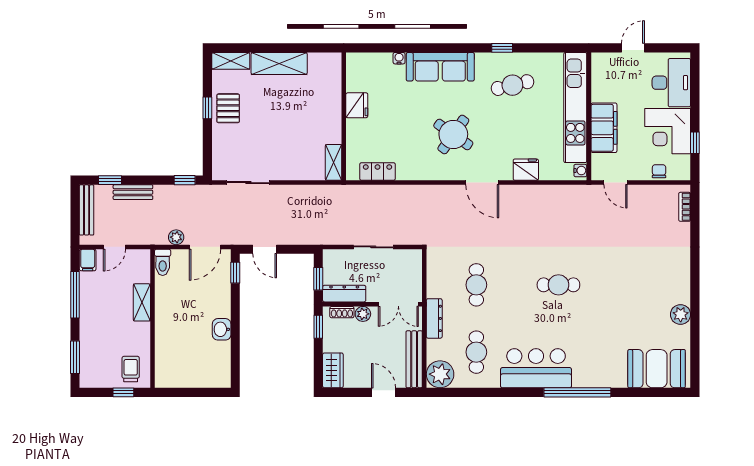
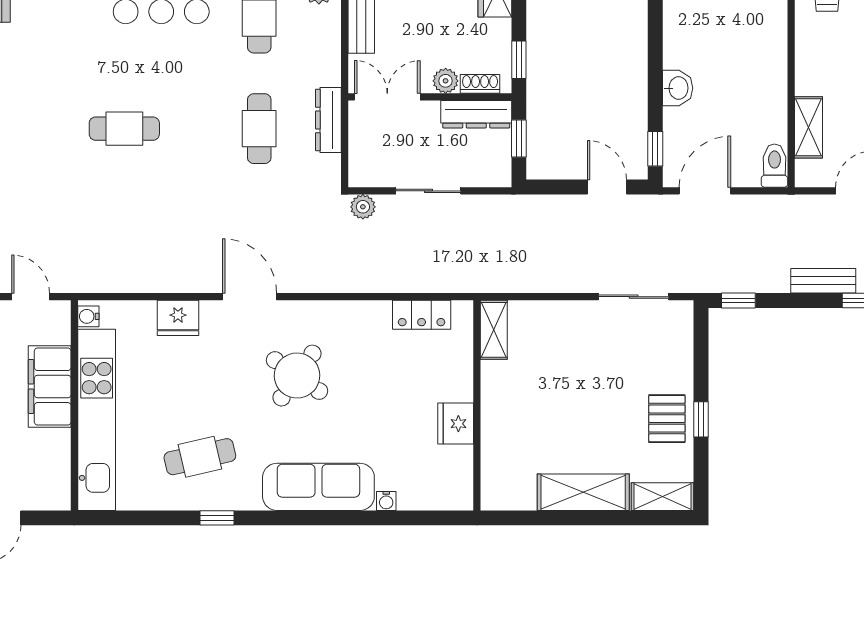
plant: (176, 237) -> (363, 207), moved
shelving: (142, 302) -> (809, 127), moved
dresser: (434, 318) -> (328, 120), moved
washbasin: (222, 329) -> (678, 88), moved

